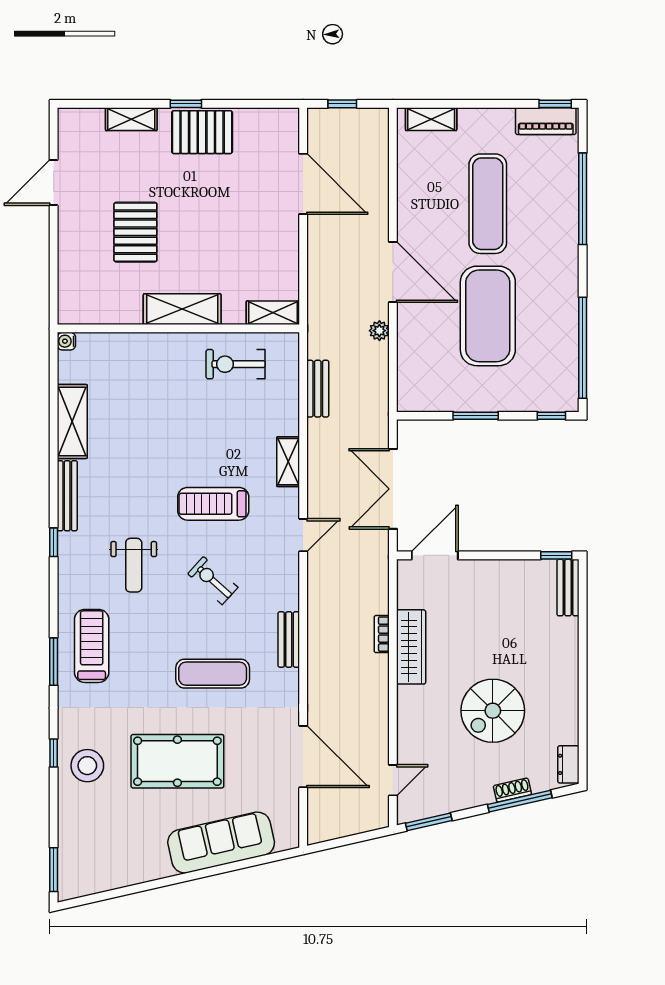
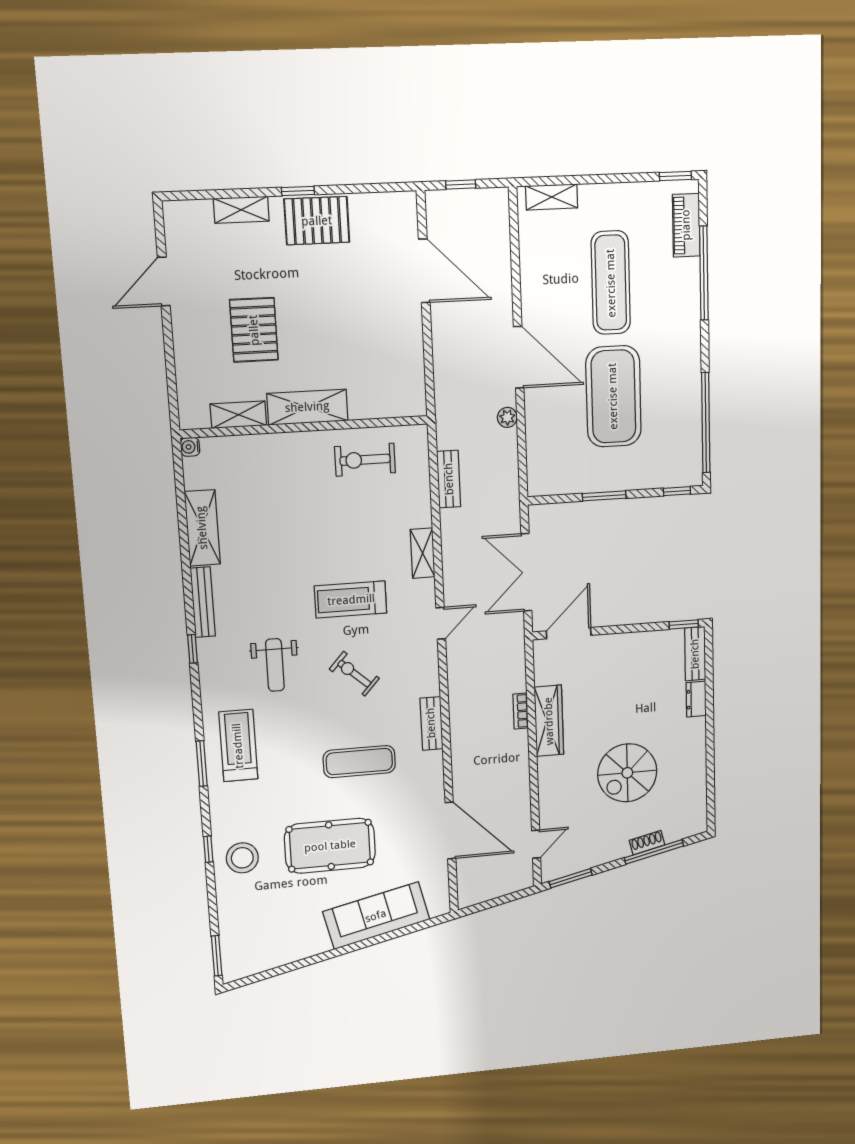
piano: (546, 121) -> (686, 225), moved, turned 90
shelving: (273, 313) -> (238, 415), moved
dresser: (568, 764) -> (696, 699), moved

